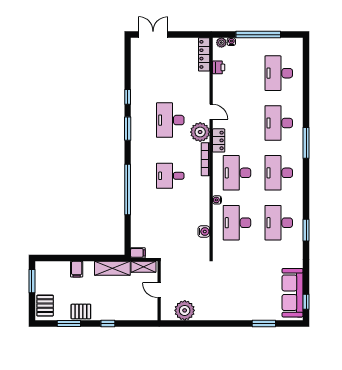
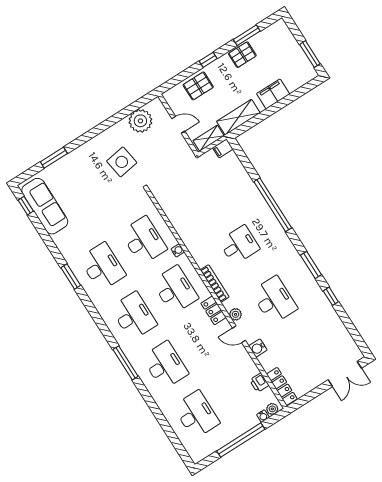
plant: (200, 132) -> (236, 314), width x0.53, depth x0.53
water cooler: (204, 232) -> (258, 348), moved
filing cabinet: (77, 269) -> (273, 94), width x2.00
side table: (217, 289) -> (122, 162), added
pallet: (45, 306) -> (198, 86), moved, turned 90

